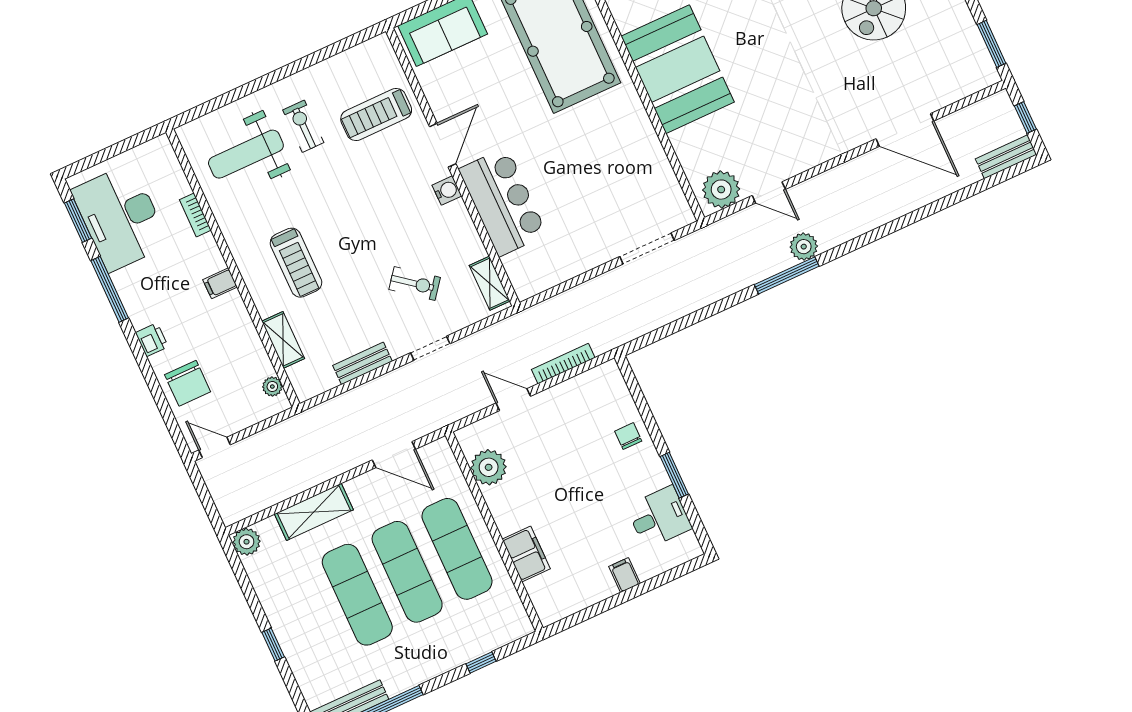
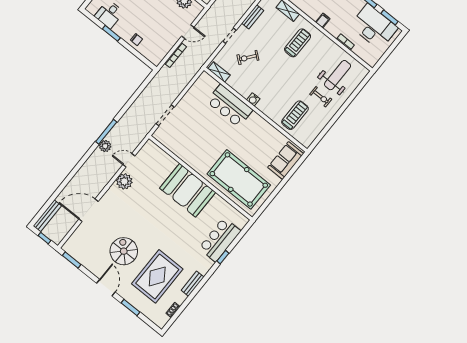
door: (443, 145) -> (264, 116), removed
bench: (1006, 157) -> (47, 216), width x1.36
plant: (721, 190) -> (124, 181), moved
treadmill: (296, 263) -> (298, 43), turned 90

